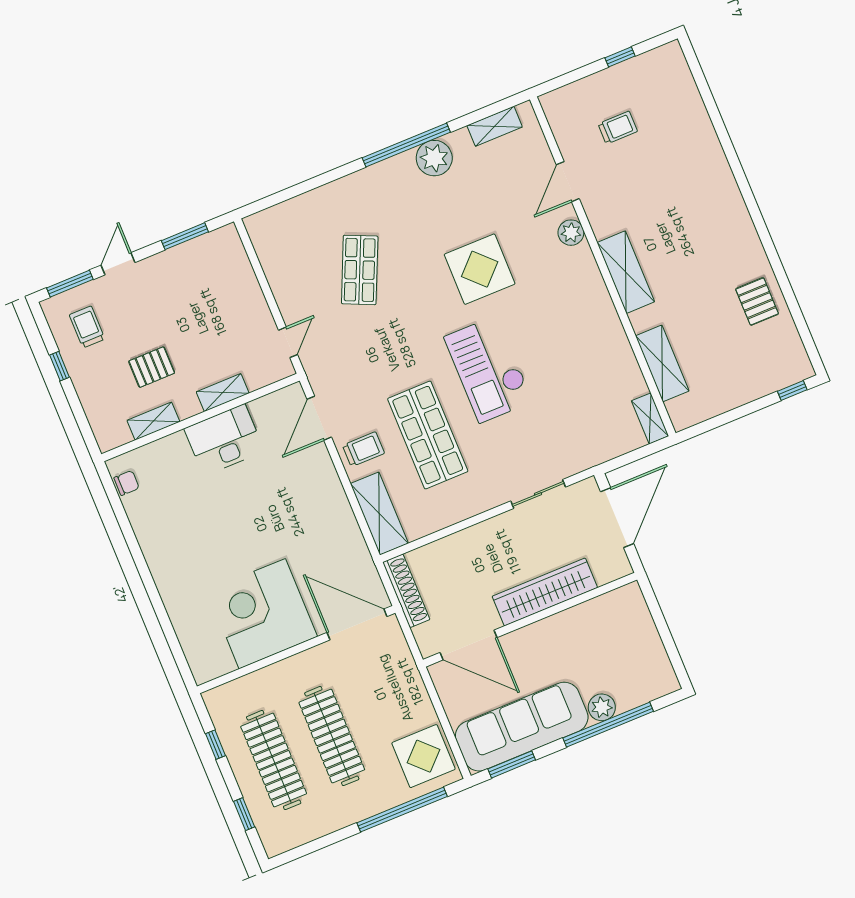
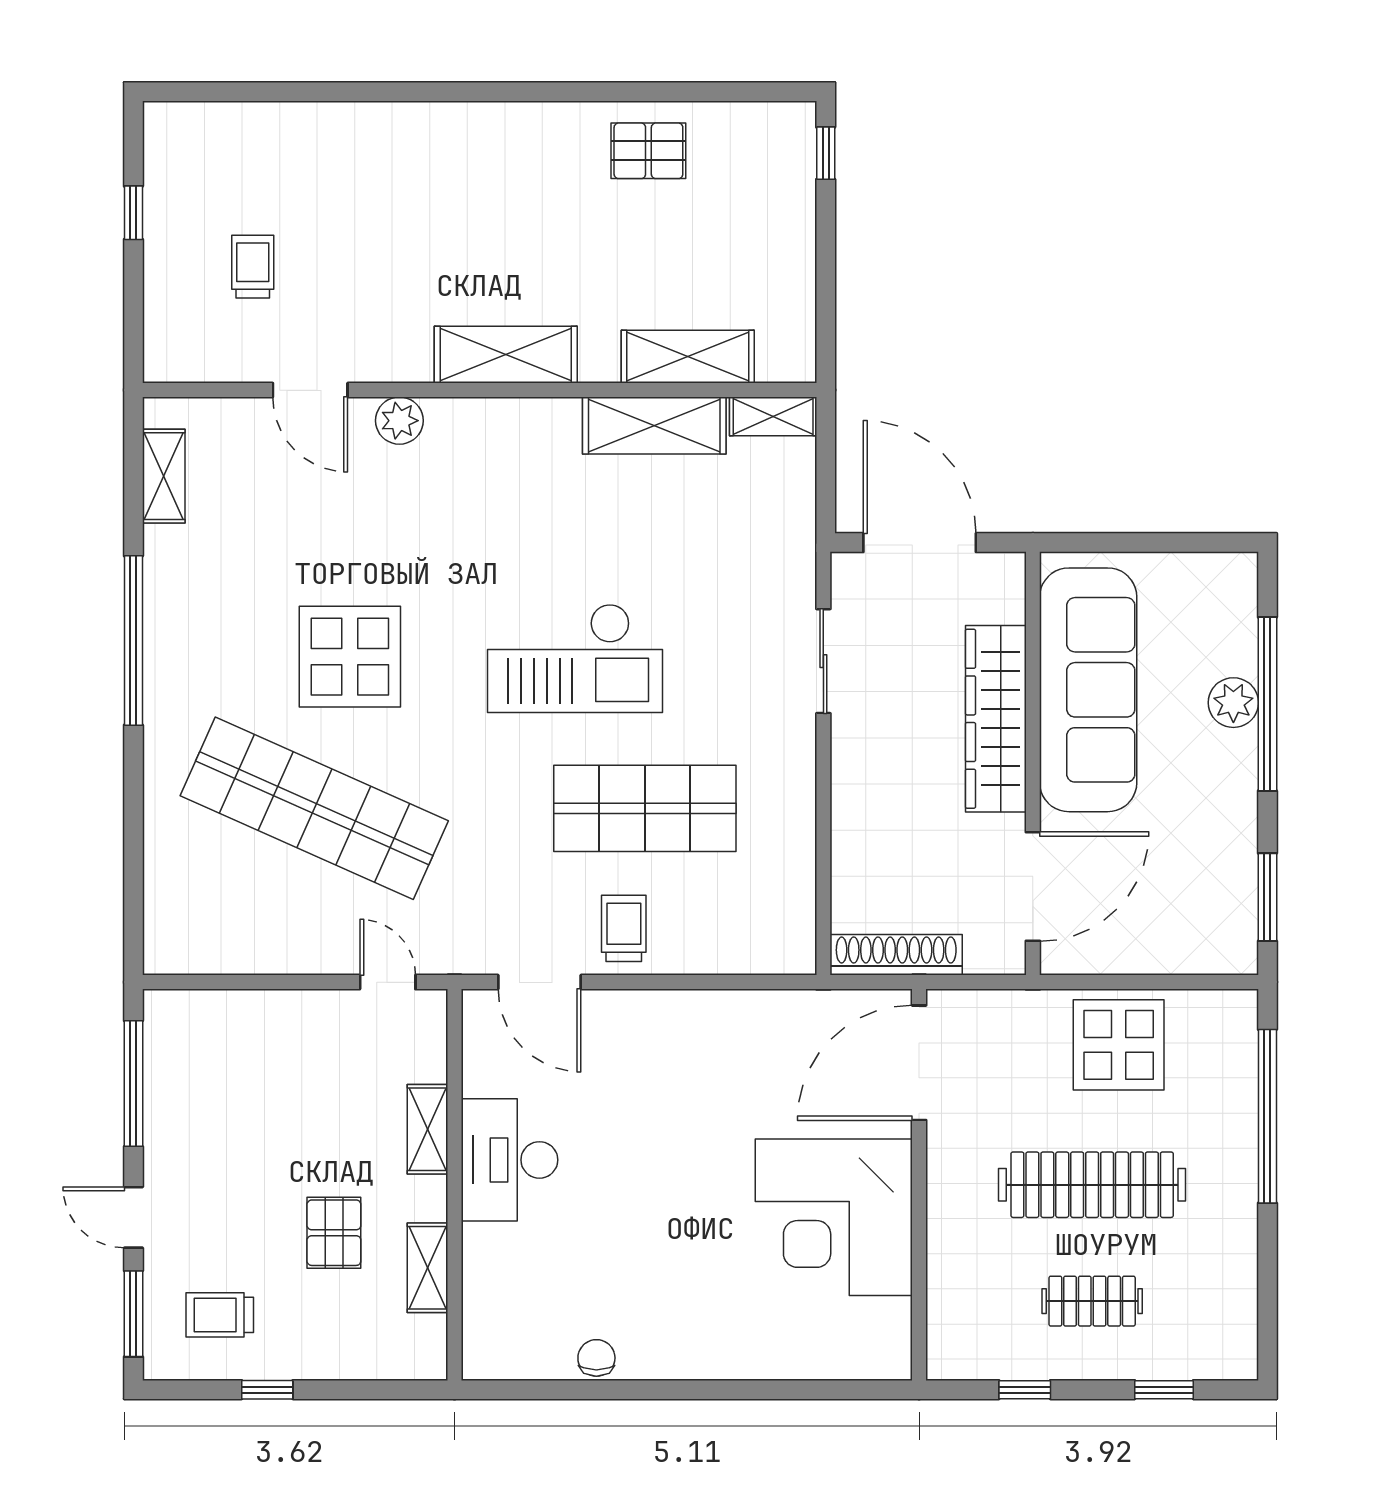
plant: (434, 158) -> (176, 602), removed
window: (185, 236) -> (133, 1084), width x1.44
display table: (480, 269) -> (350, 657), moved
shop shelf: (360, 270) -> (314, 808), width x2.00, depth x1.36
chair: (127, 483) -> (596, 1358), moved
shelving: (379, 514) -> (654, 426), moved
sofa: (522, 727) -> (1088, 690), moved, turned 180
display table: (423, 756) -> (1119, 1045), moved
clothes rail: (274, 760) -> (1092, 1301), width x0.54, depth x0.76

